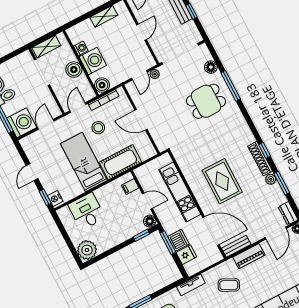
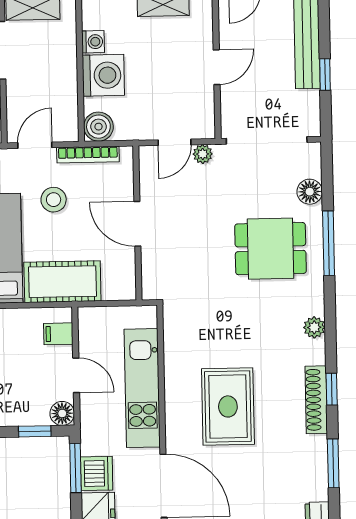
boiler: (74, 70) -> (62, 74), removed
plant: (271, 179) -> (314, 327), moved

